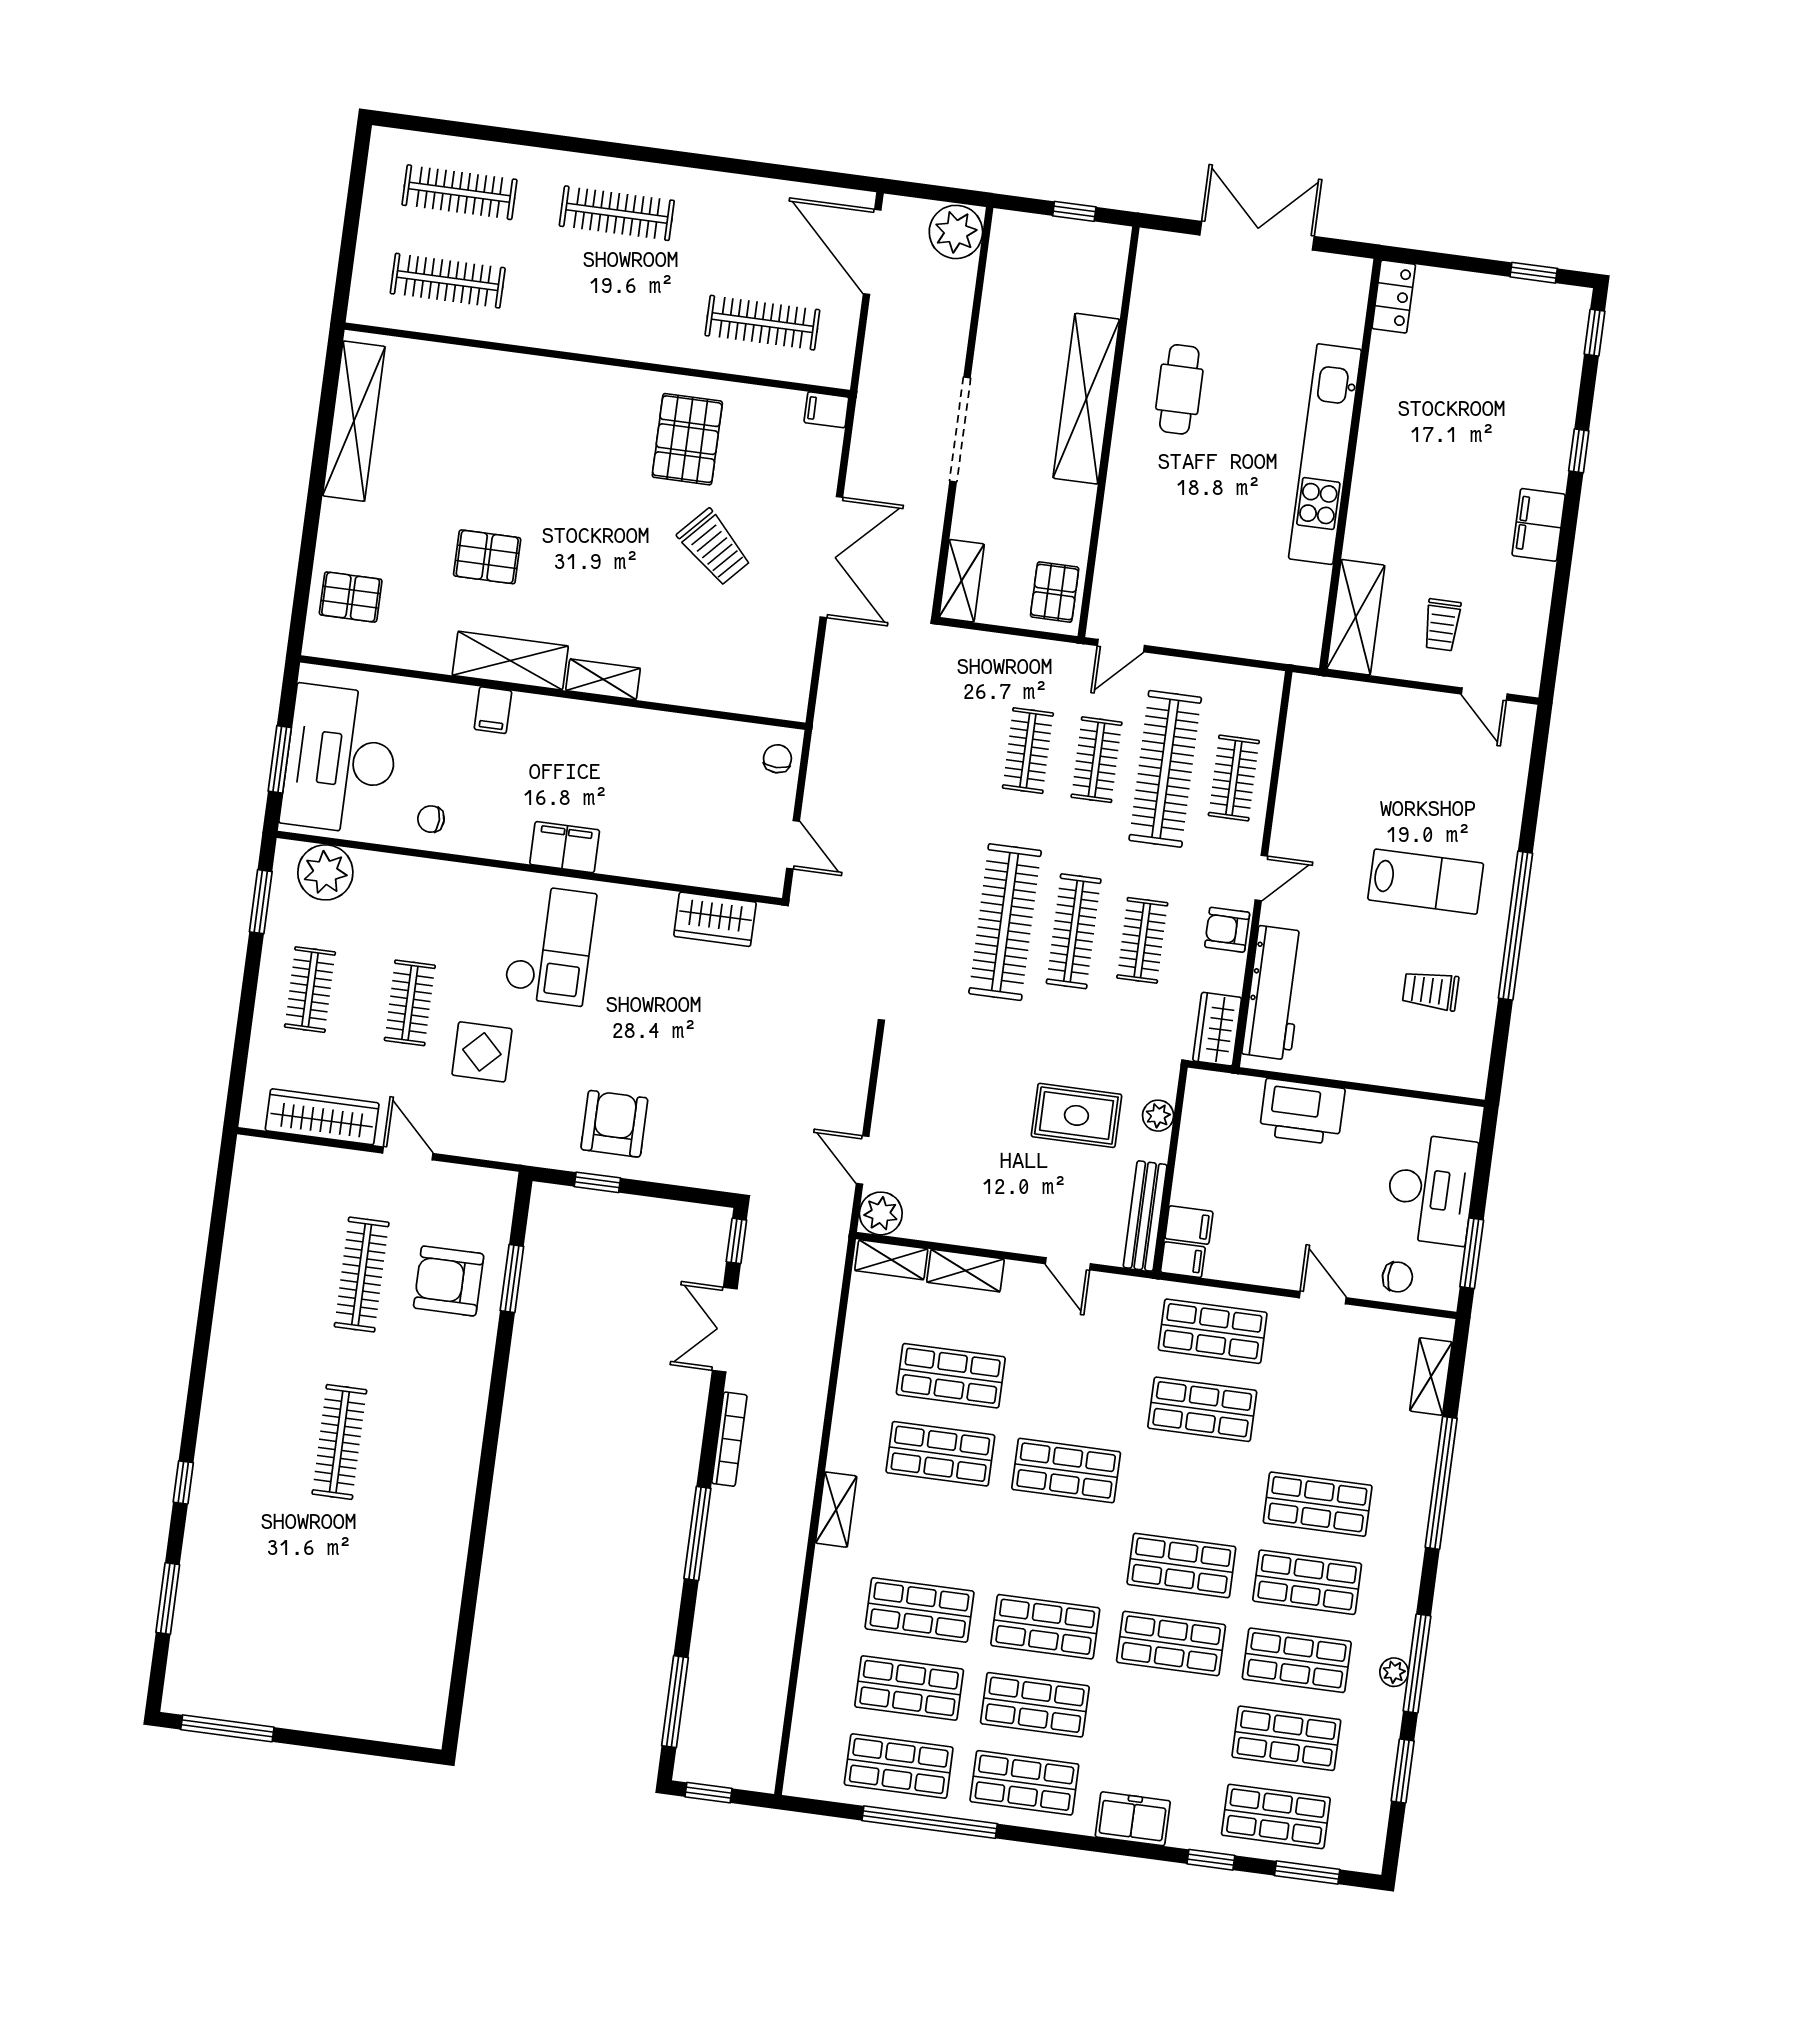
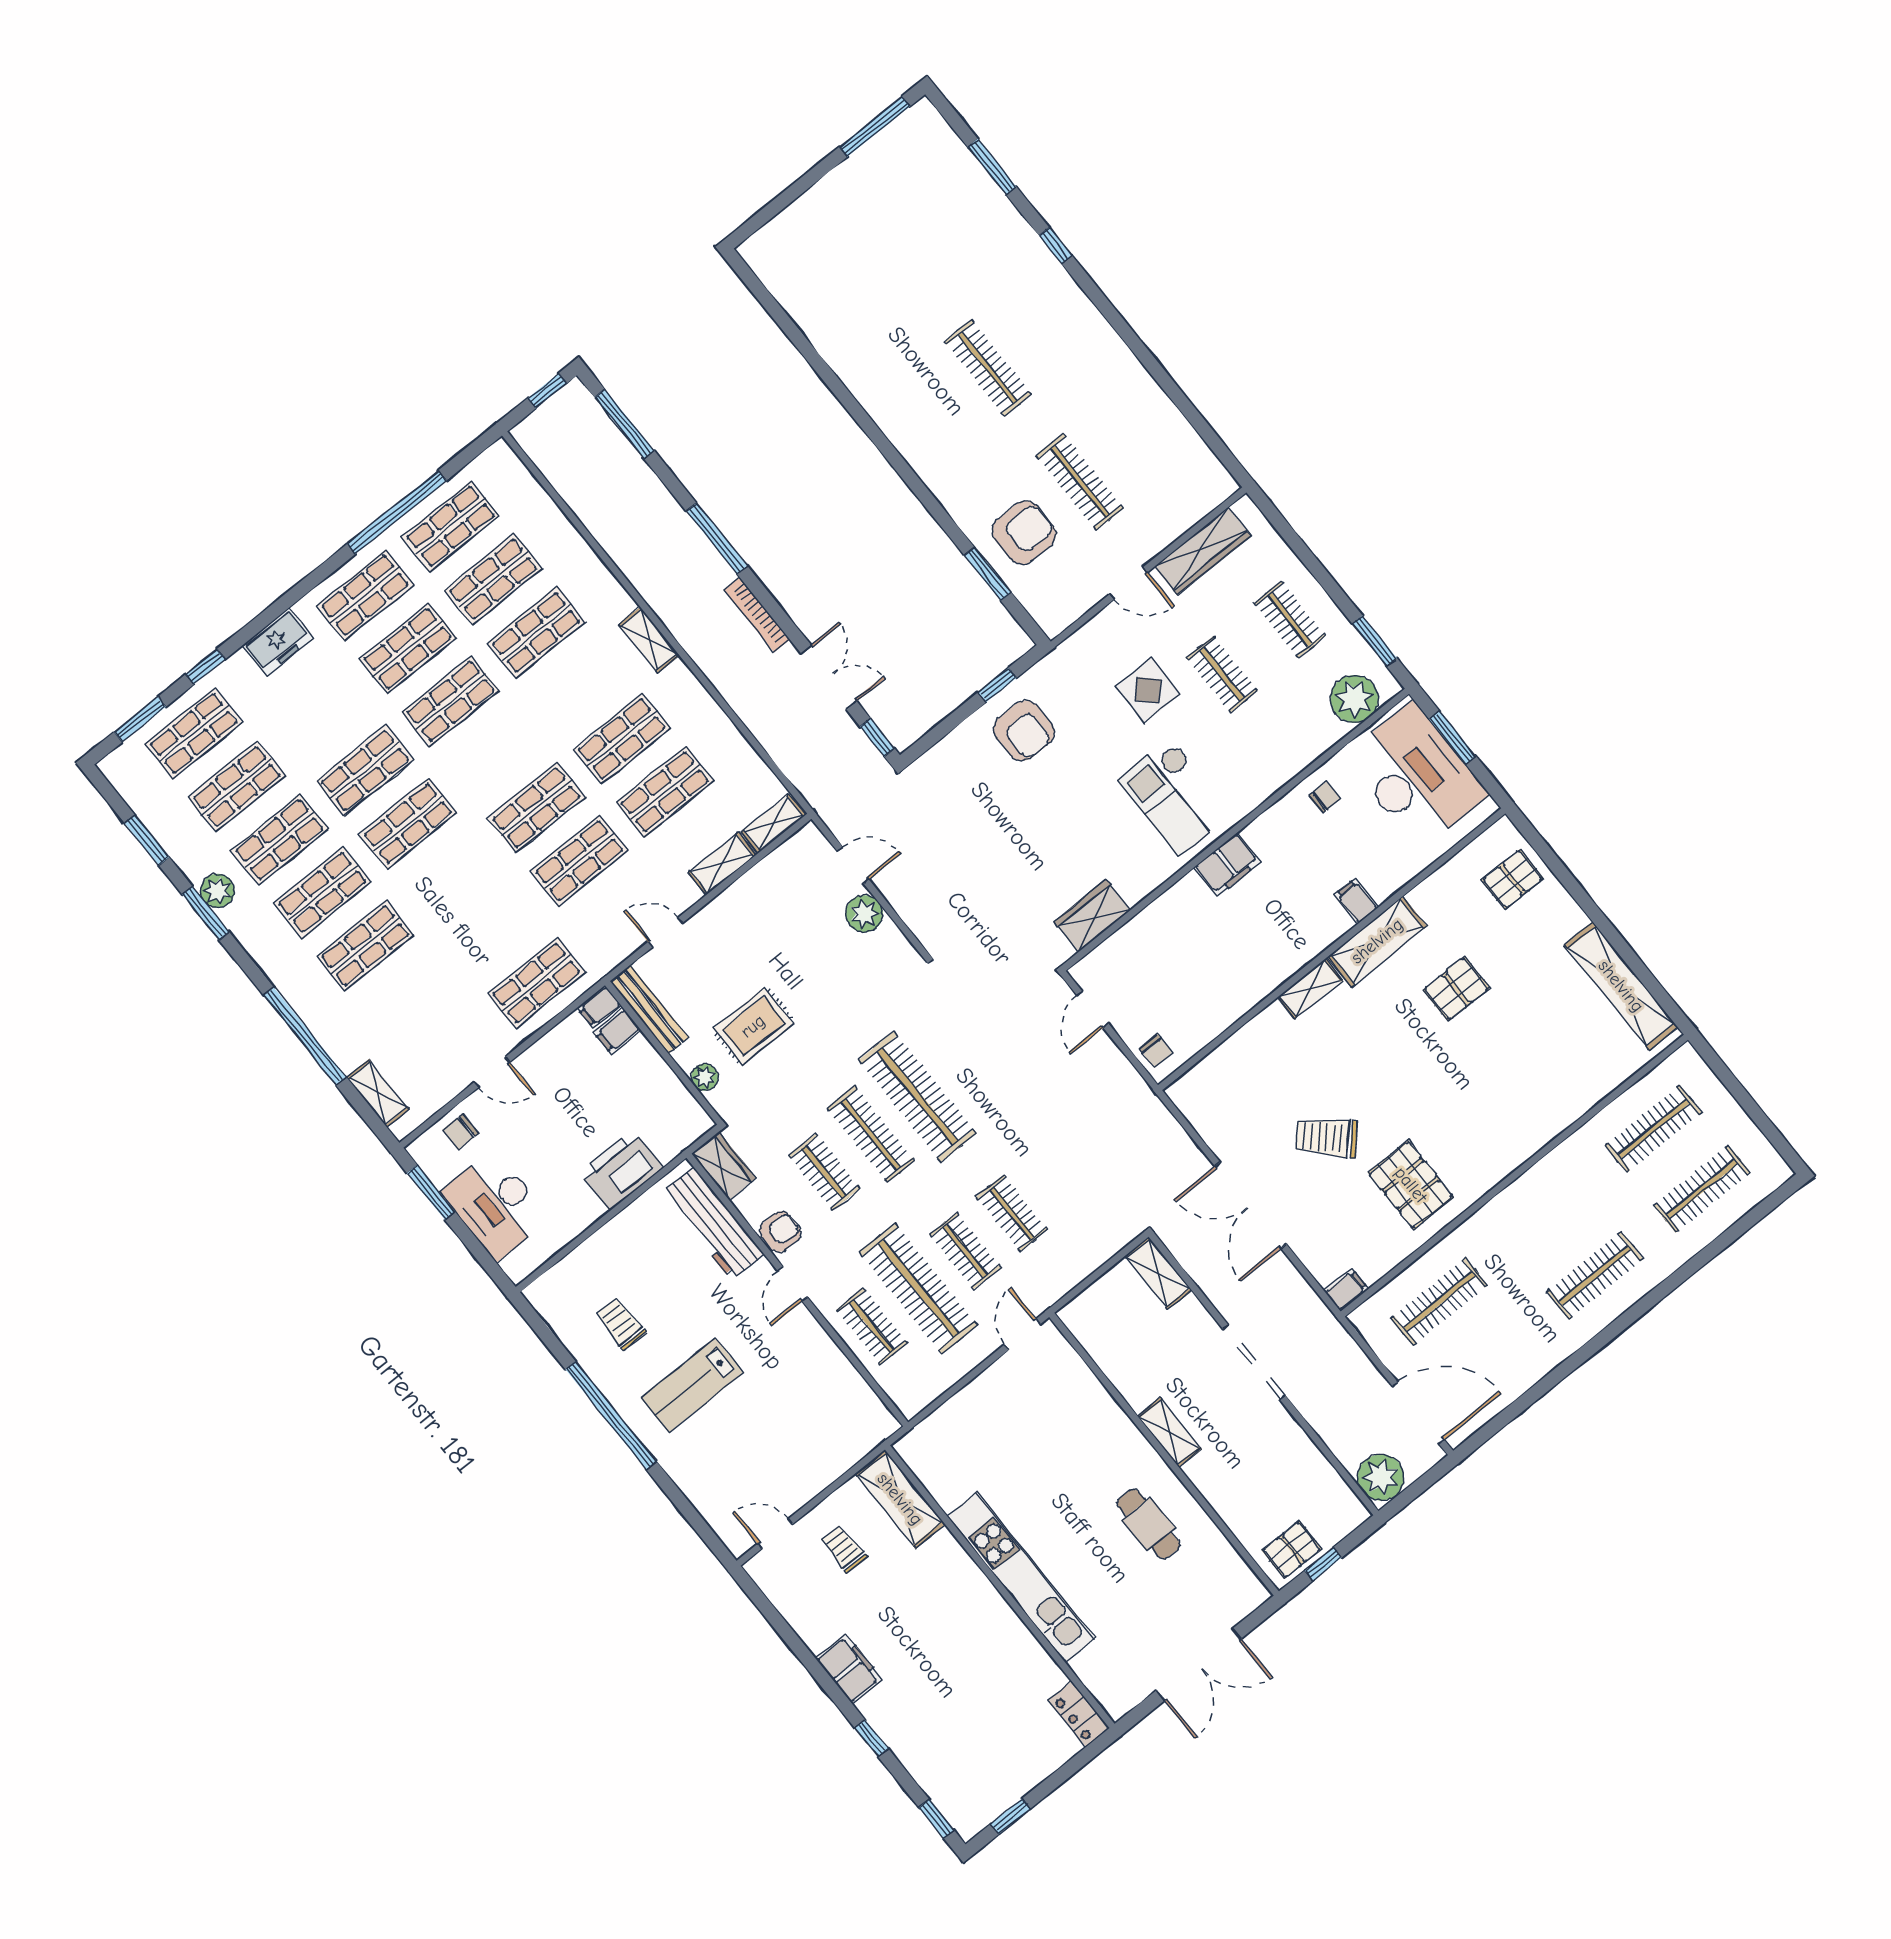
shelving: (1086, 399) -> (1170, 1432), width x0.45, depth x0.75
pallet: (1055, 592) -> (1292, 1550), moved, turned 90
door: (793, 845) -> (1093, 1009), hinge flipped
trolley: (1431, 991) -> (621, 1323), turned -90
plant: (881, 1213) -> (864, 914), moved
shop shelf: (1202, 1409) -> (579, 861), moved
window: (1417, 1664) -> (206, 913), width x0.69
plant: (1394, 1672) -> (218, 891), width x1.38, depth x1.38

